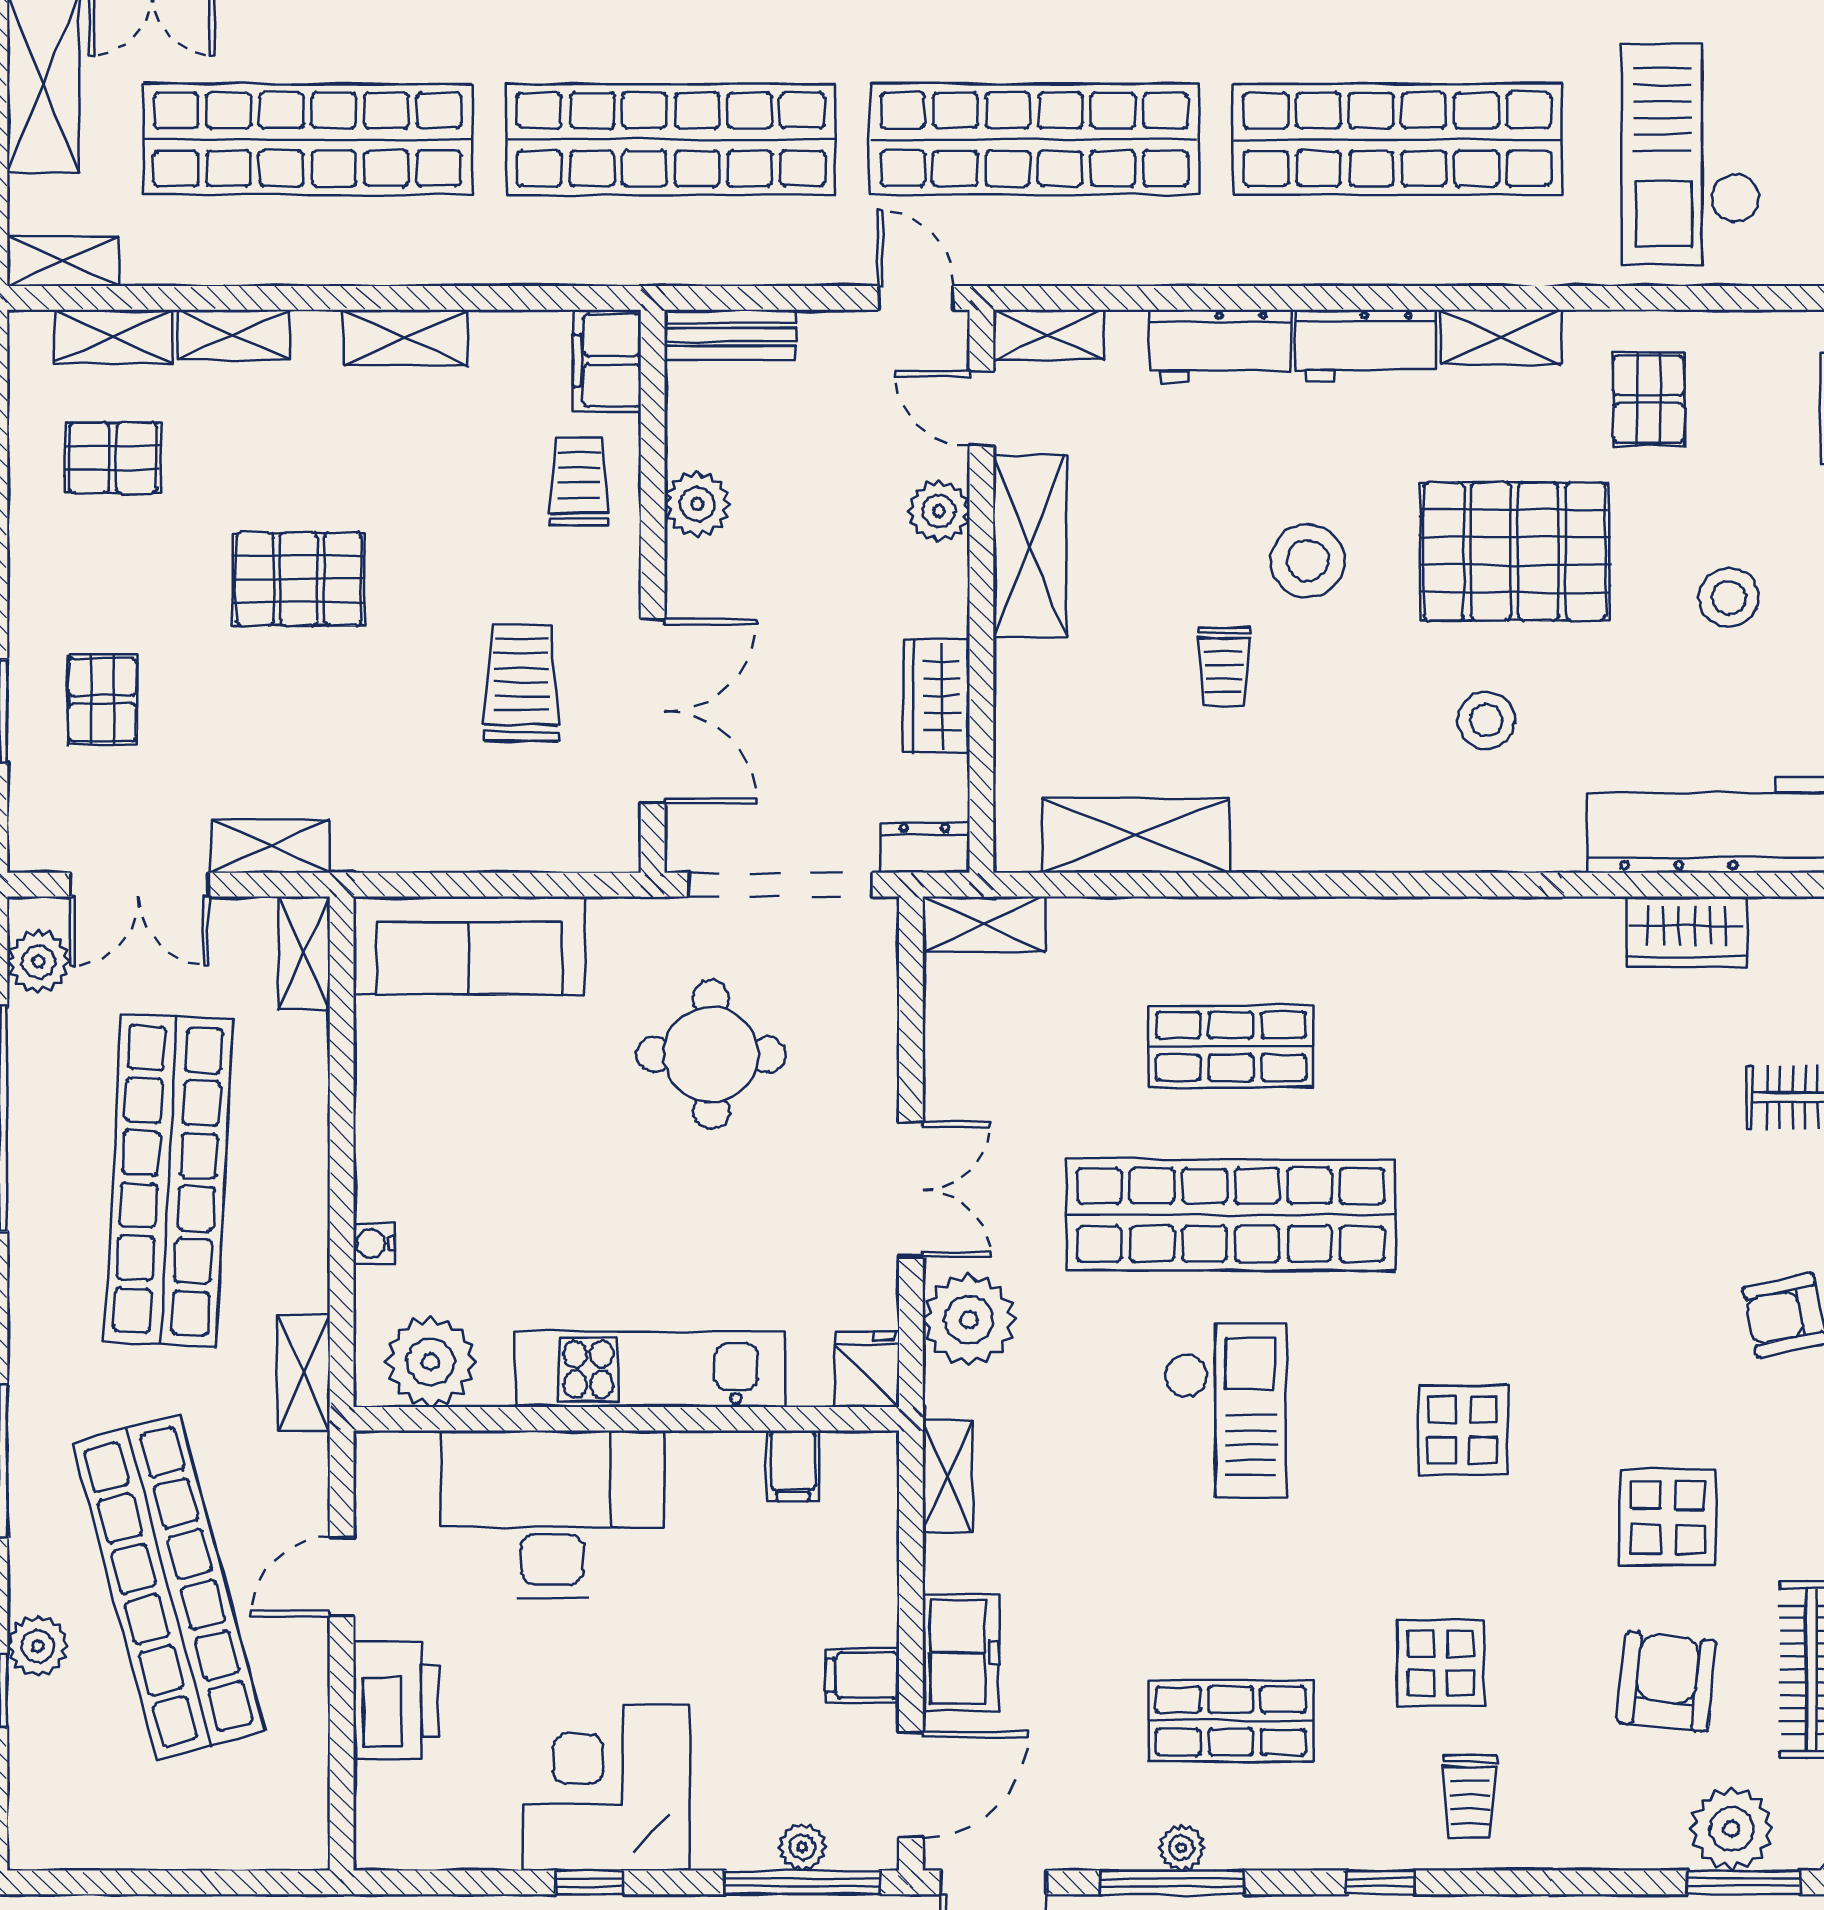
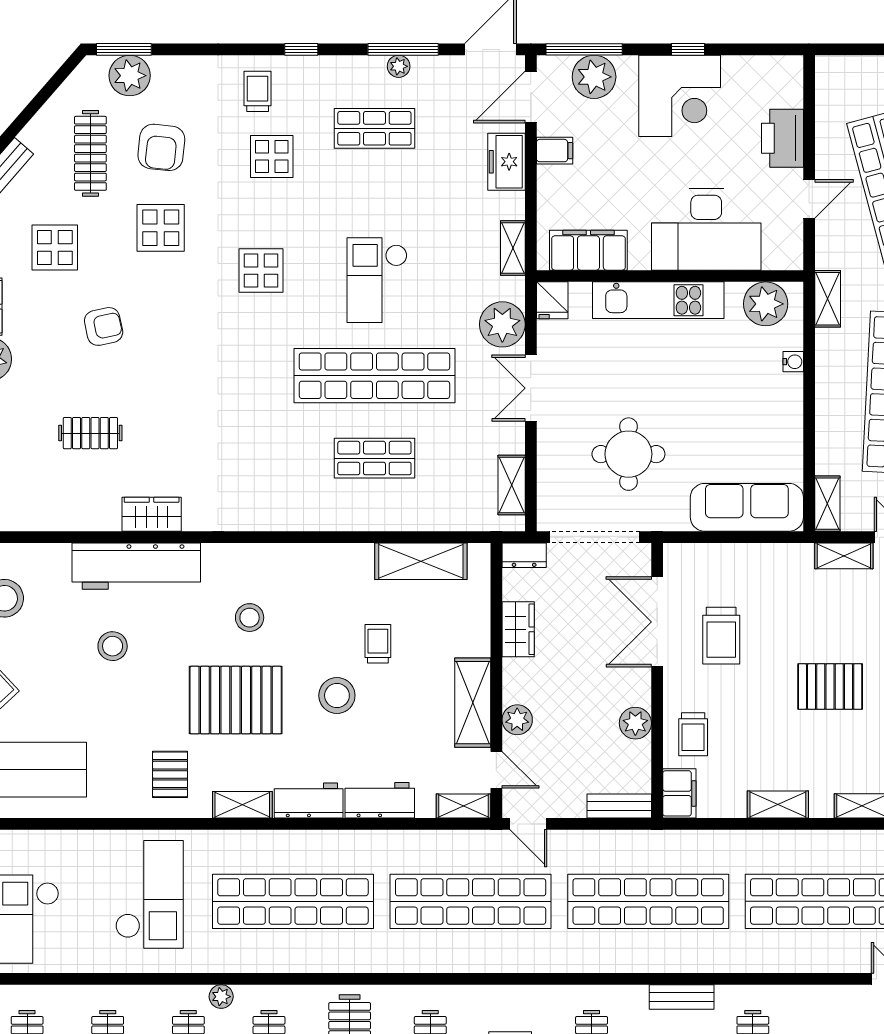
stool: (1729, 598) -> (113, 646), moved
shelving: (984, 924) -> (512, 485), moved, turned 90
filing cabinet: (793, 1466) -> (588, 250), width x3.00, depth x1.17
plant: (802, 1847) -> (594, 77), width x1.88, depth x1.88

